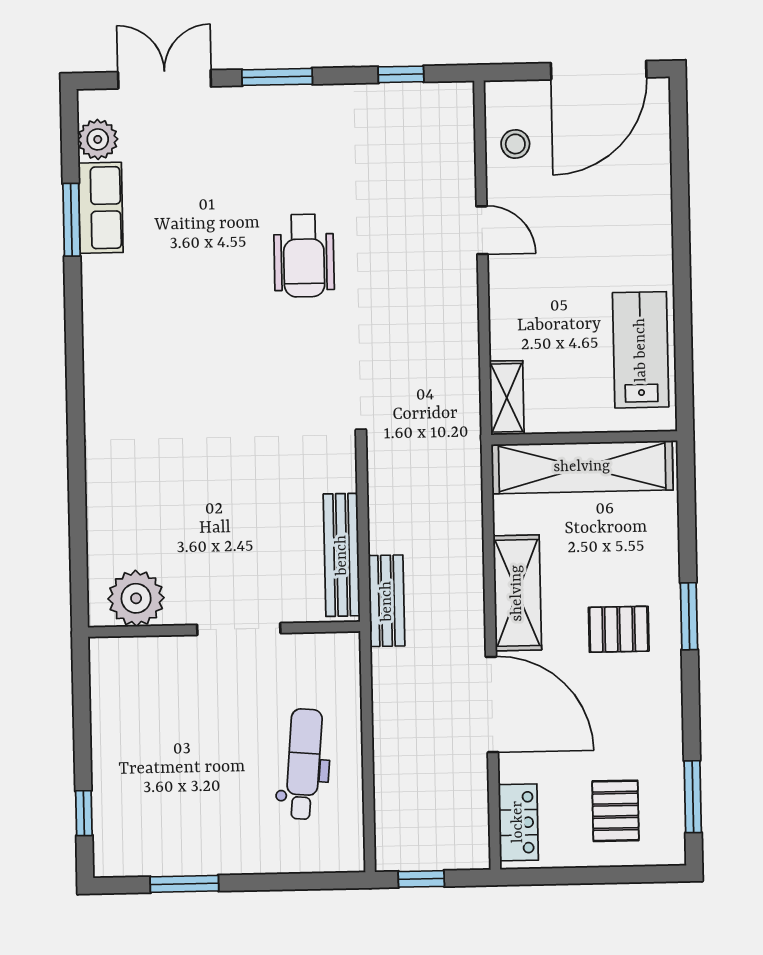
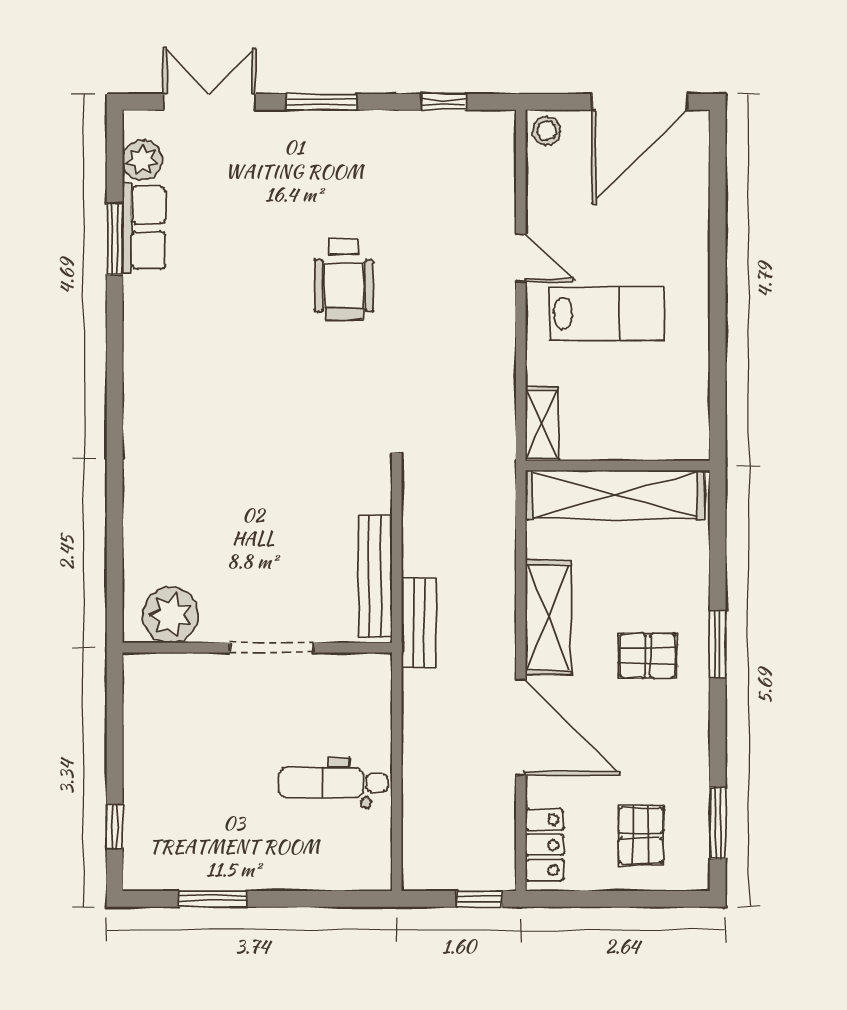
stool: (515, 144) -> (546, 131), moved
lab bench: (641, 350) -> (606, 313), moved, turned 90
dental chair: (304, 764) -> (333, 783), turned -95
window: (421, 879) -> (479, 899), moved

